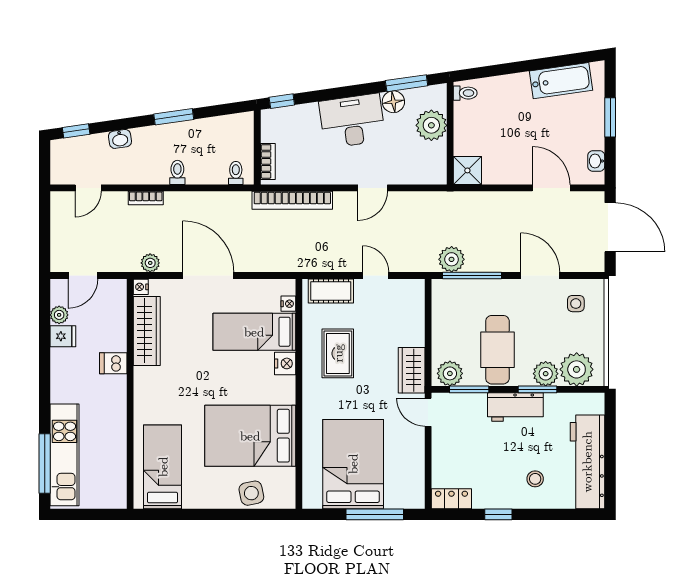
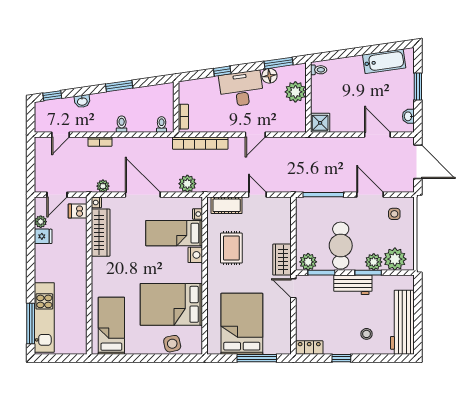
window: (282, 101) -> (222, 71), moved
plant: (452, 259) -> (187, 184), moved
dishwasher: (113, 363) -> (78, 211), moved

